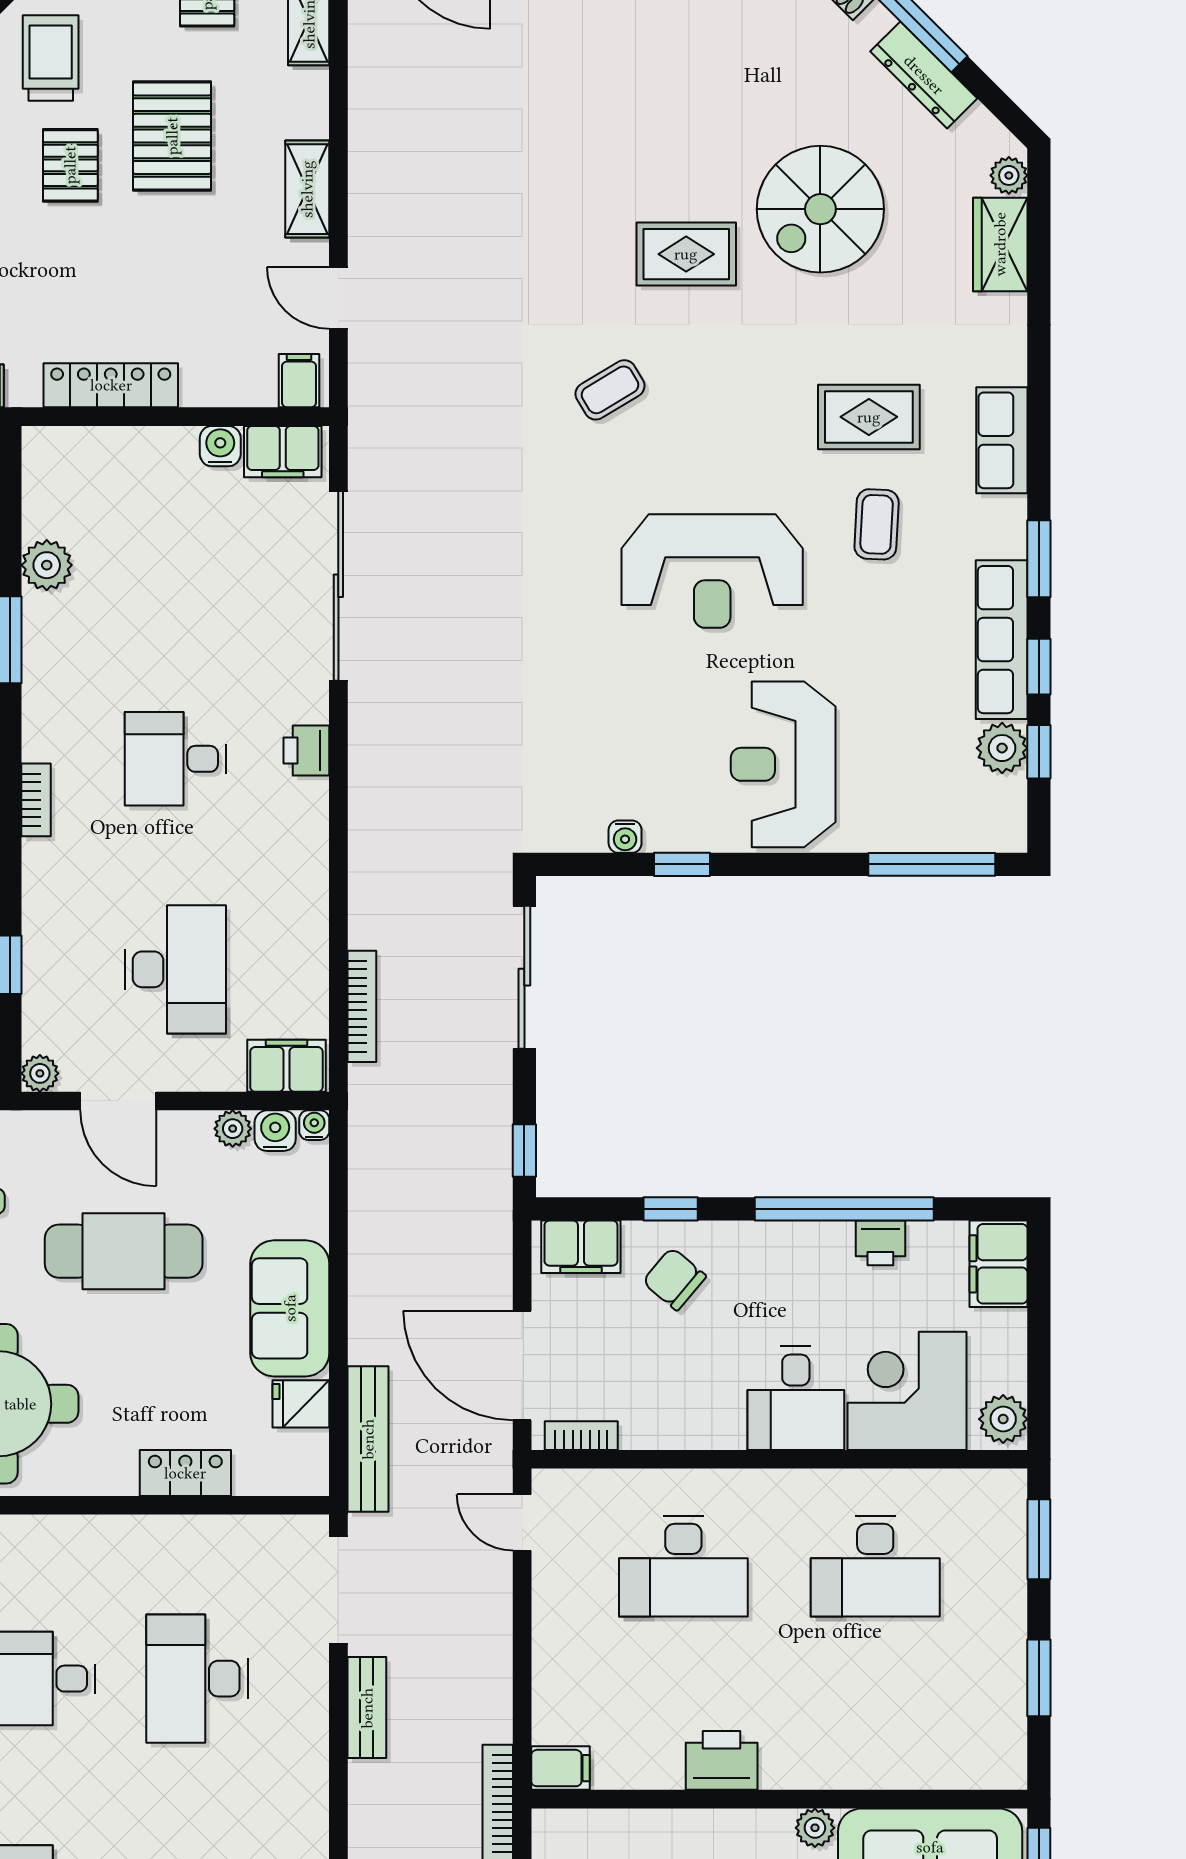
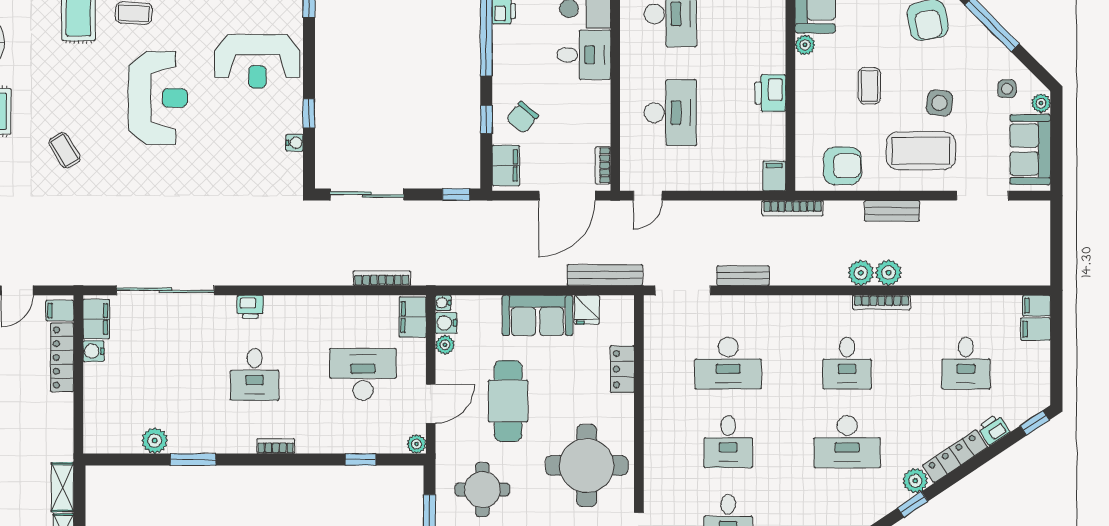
locker: (111, 385) -> (62, 357), moved

